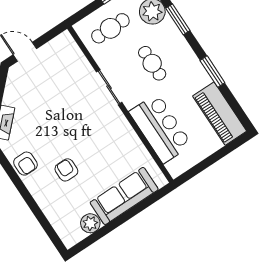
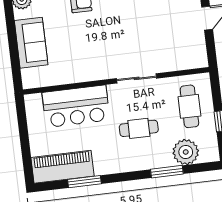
window: (212, 72) -> (84, 182), moved
sofa: (124, 196) -> (31, 43), width x0.73

